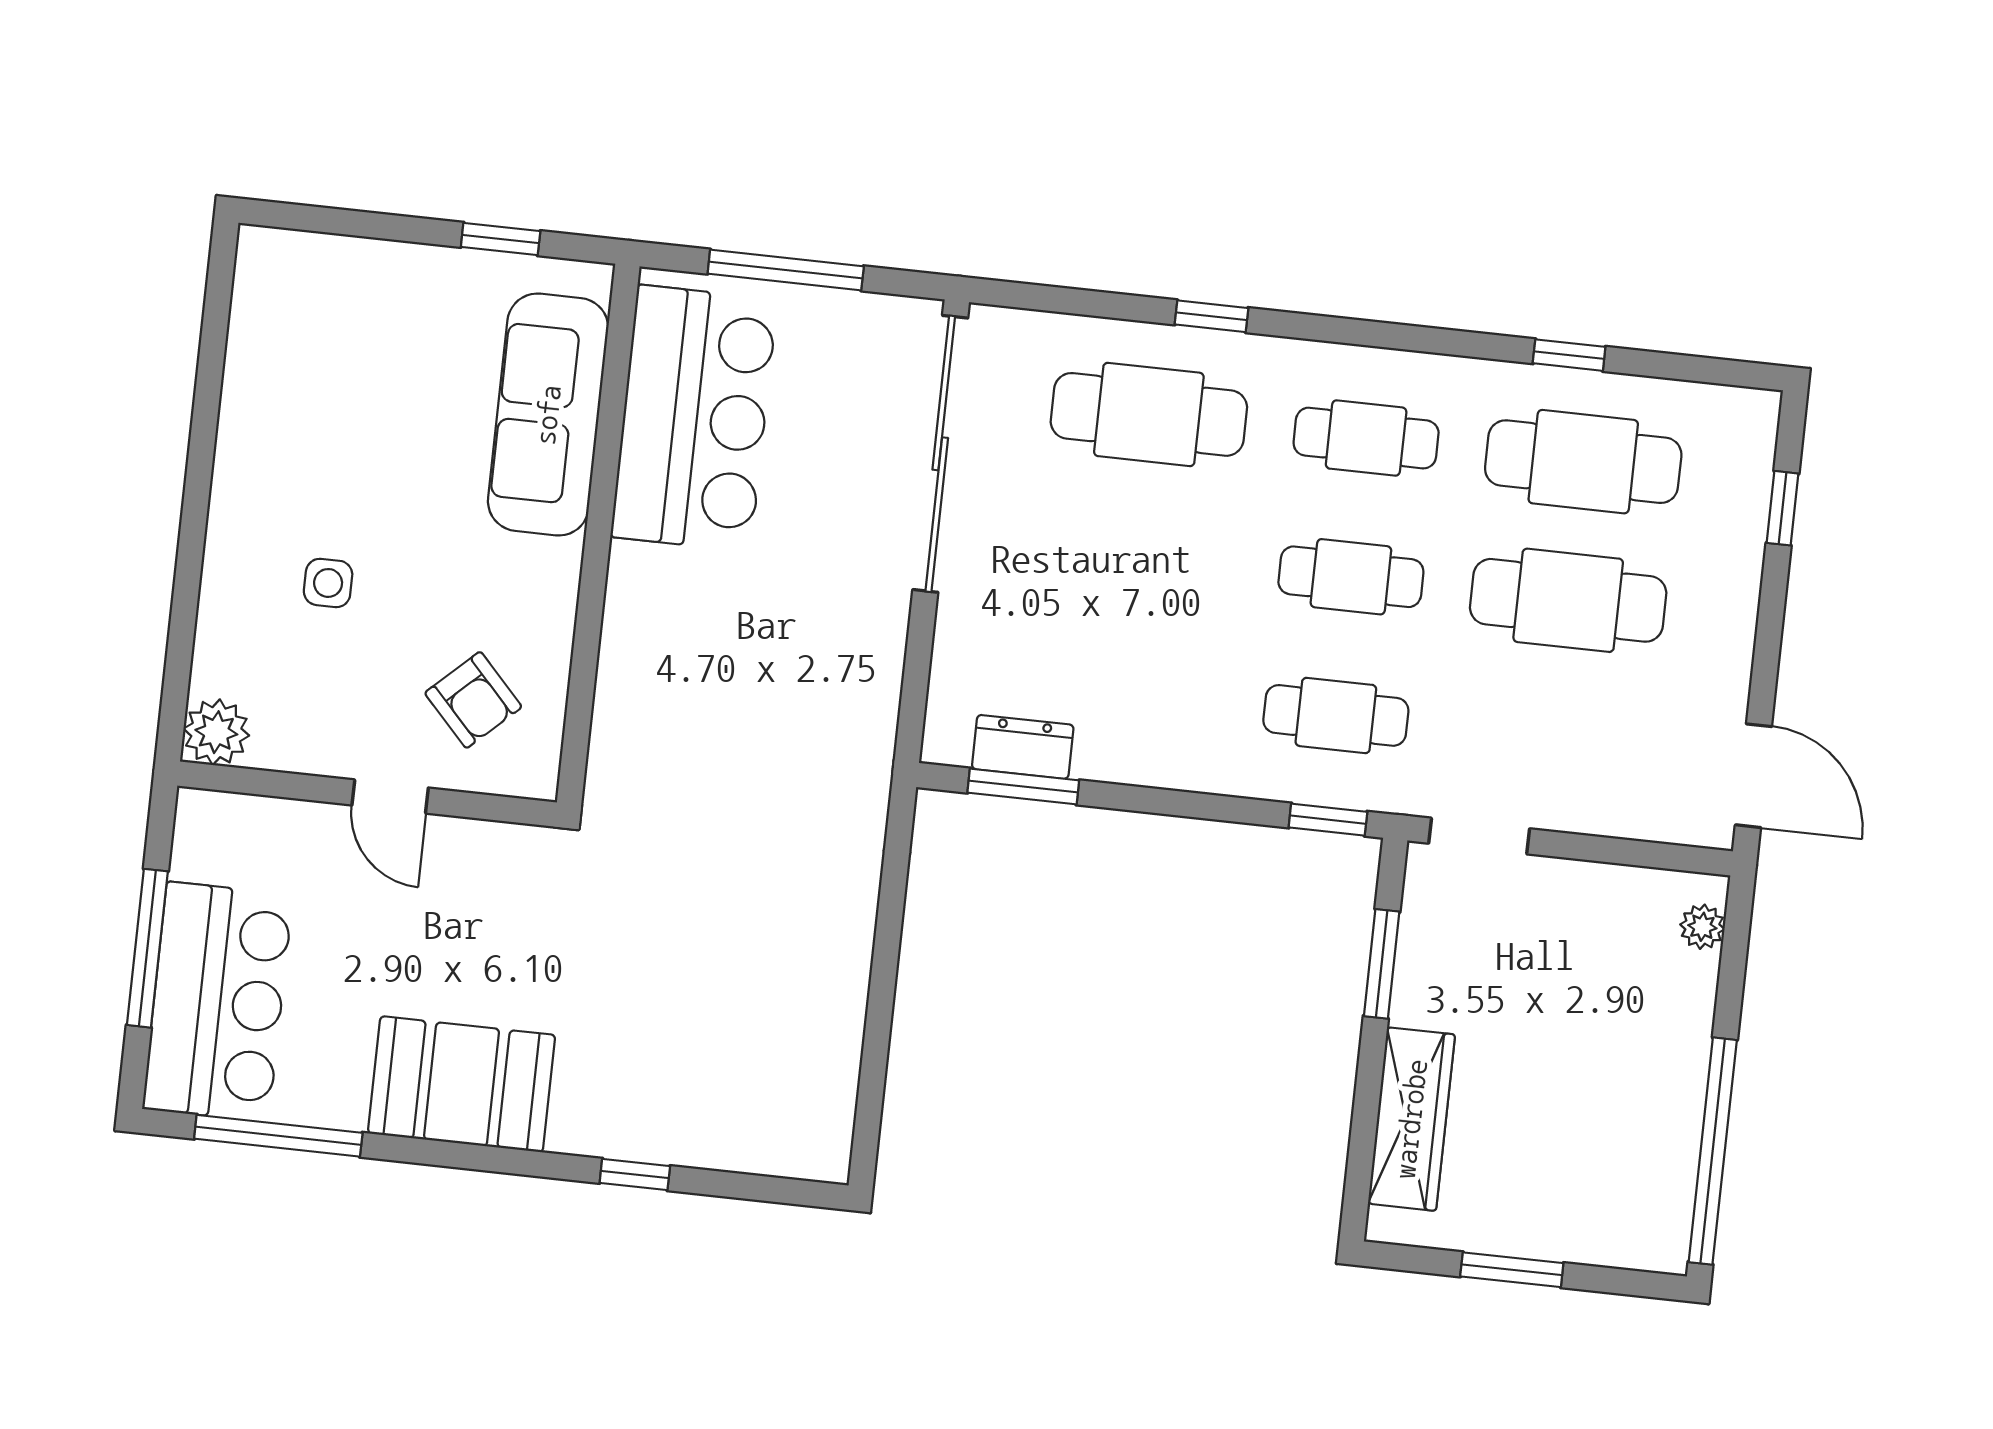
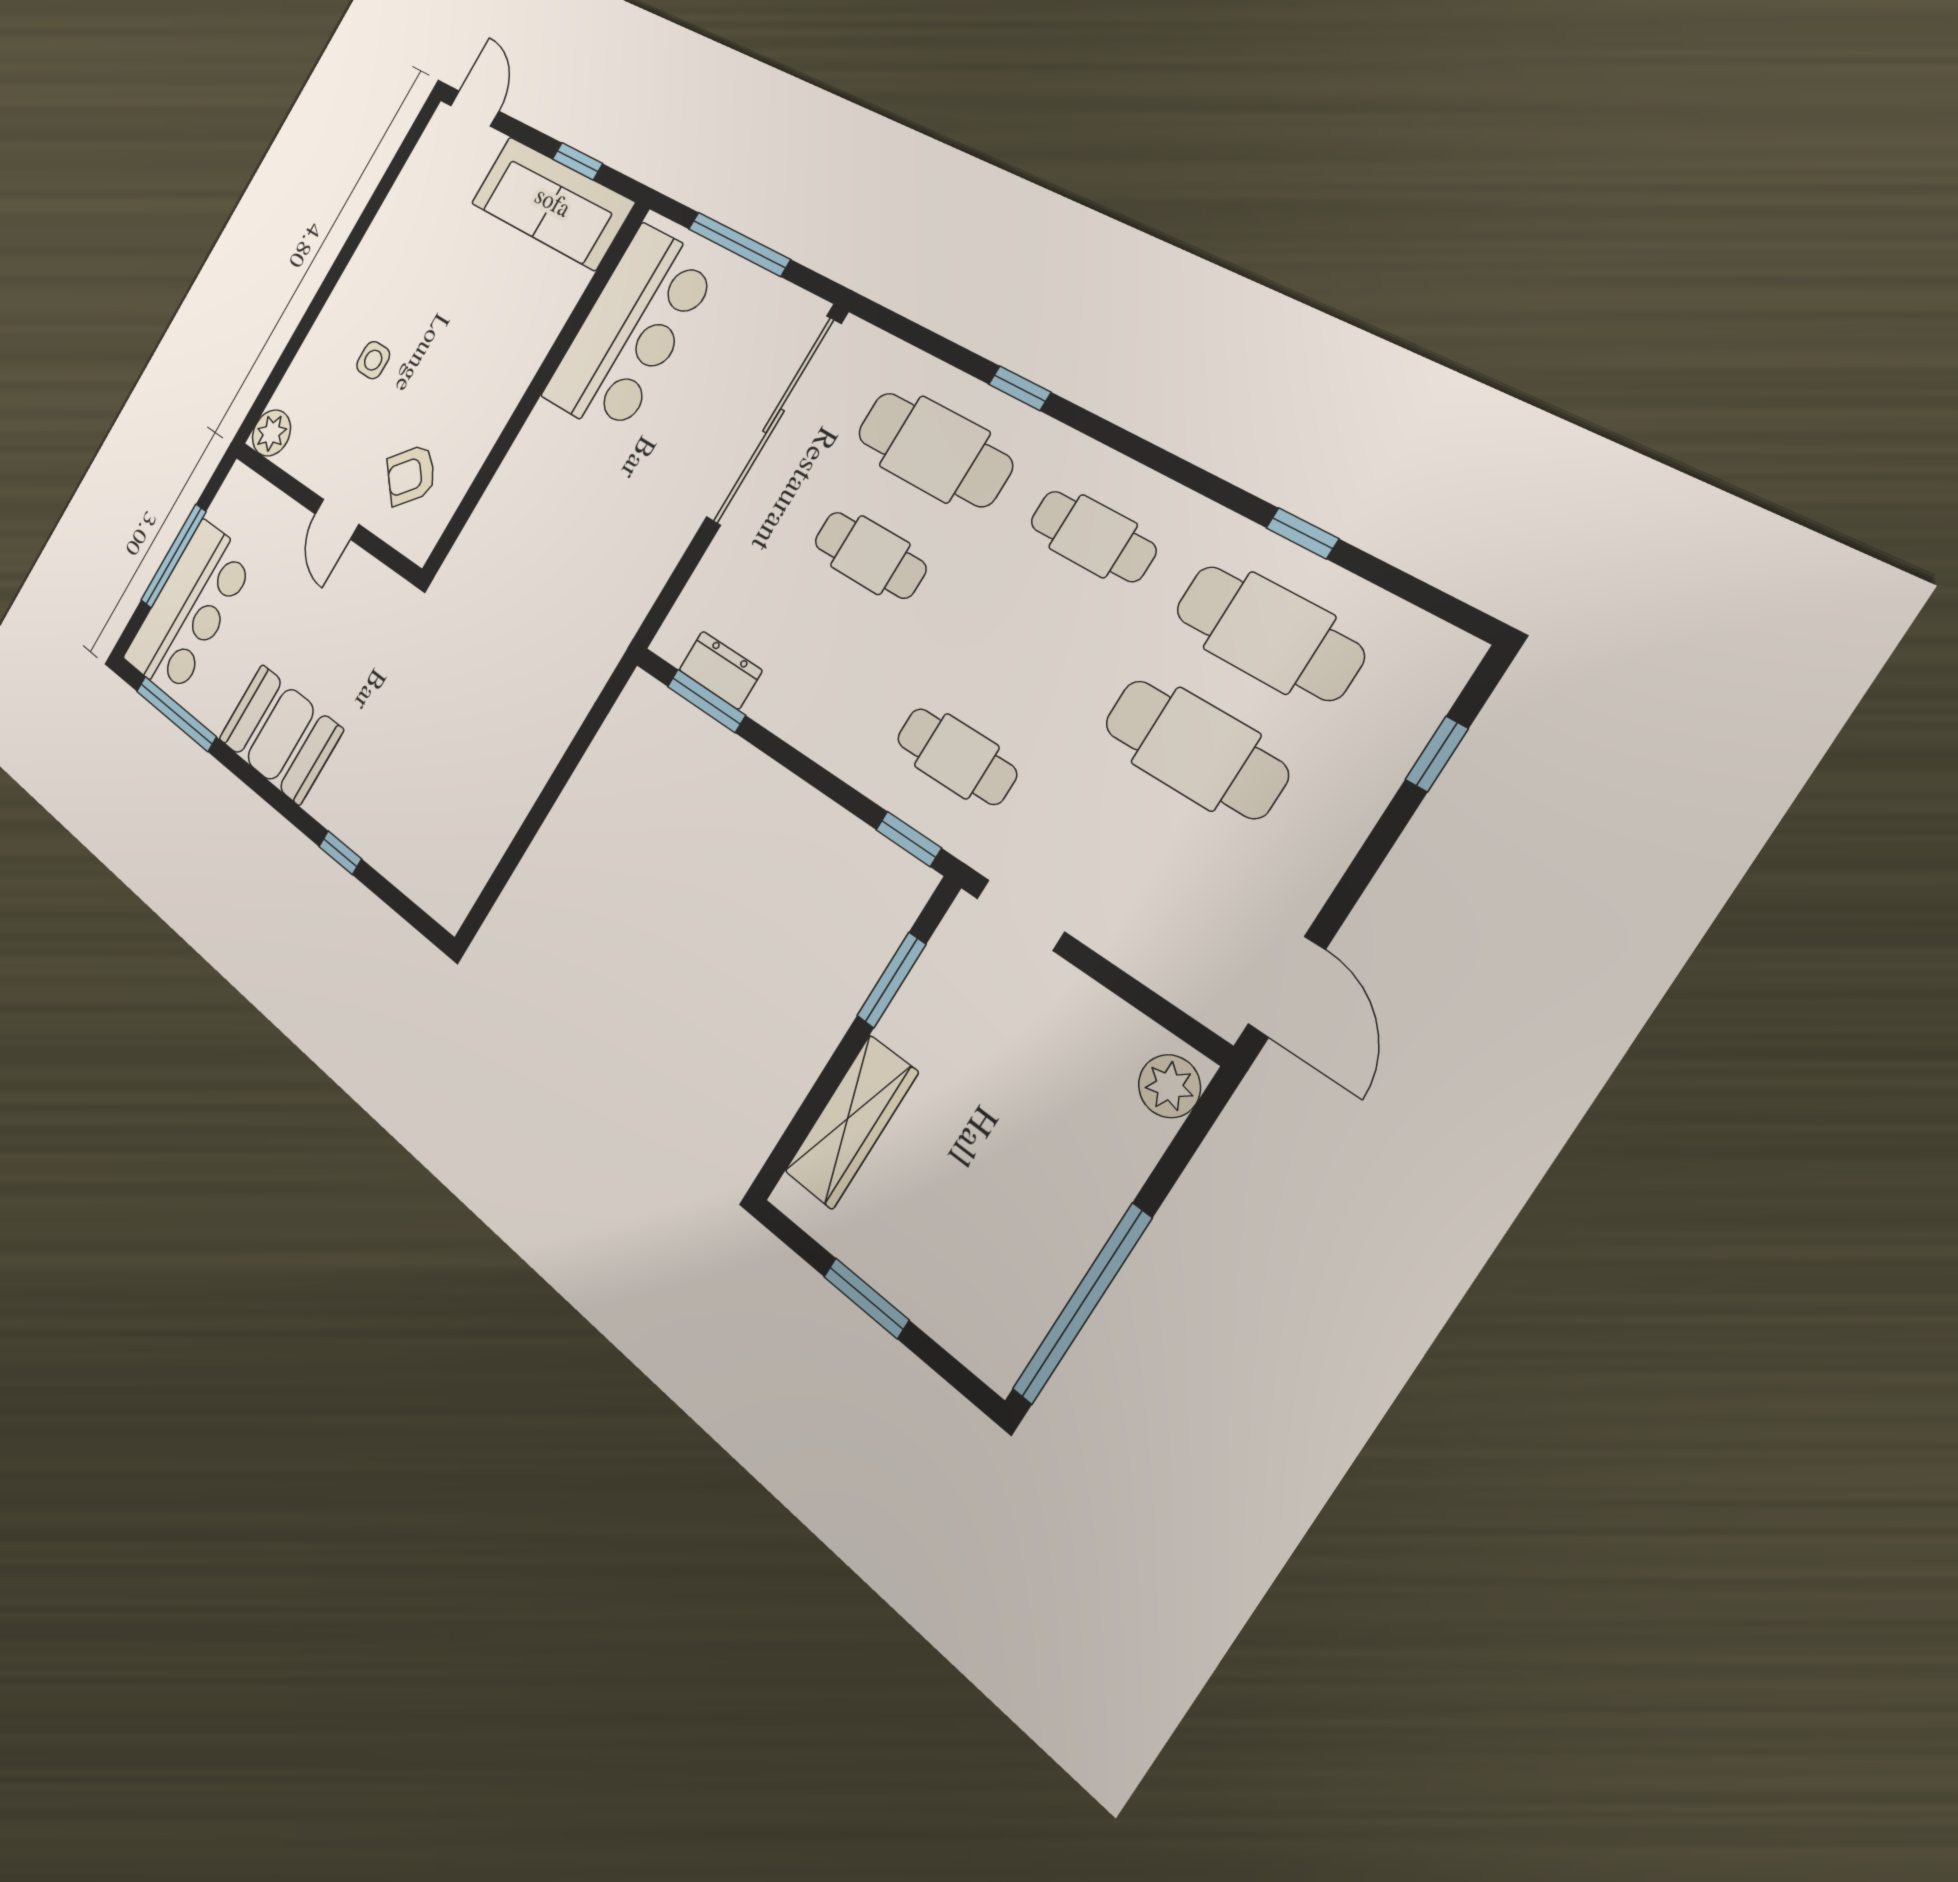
door: (300, 217) -> (475, 108), added
sofa: (548, 415) -> (552, 203), moved, turned -90
cafe table: (1351, 577) -> (870, 555), moved
armchair: (473, 700) -> (411, 475), turned 88
plant: (1702, 927) -> (1169, 1086), width x1.38, depth x1.38

